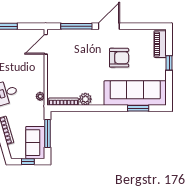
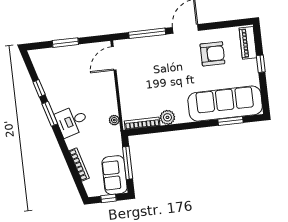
armchair: (119, 58) -> (212, 54), moved

